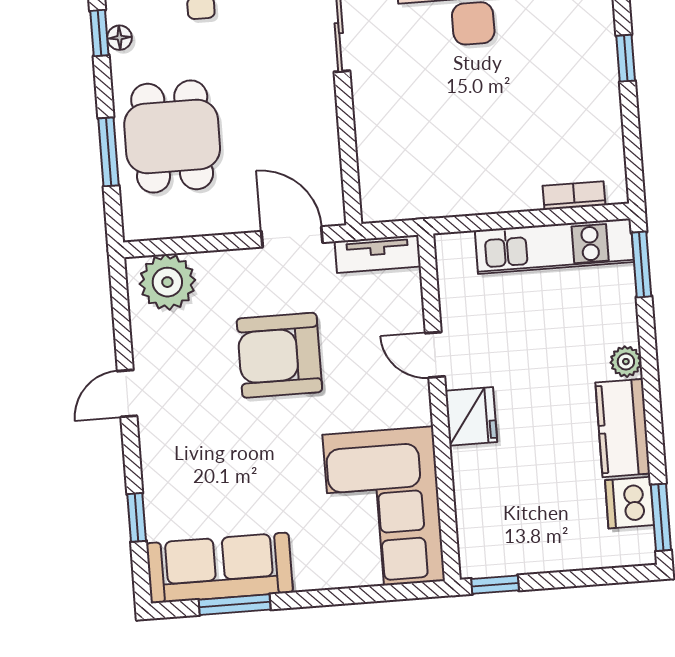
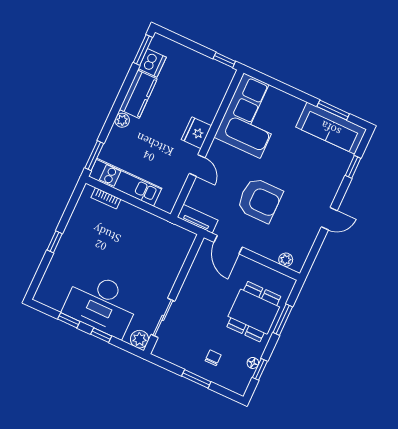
plant: (167, 282) -> (286, 260), width x0.53, depth x0.53

